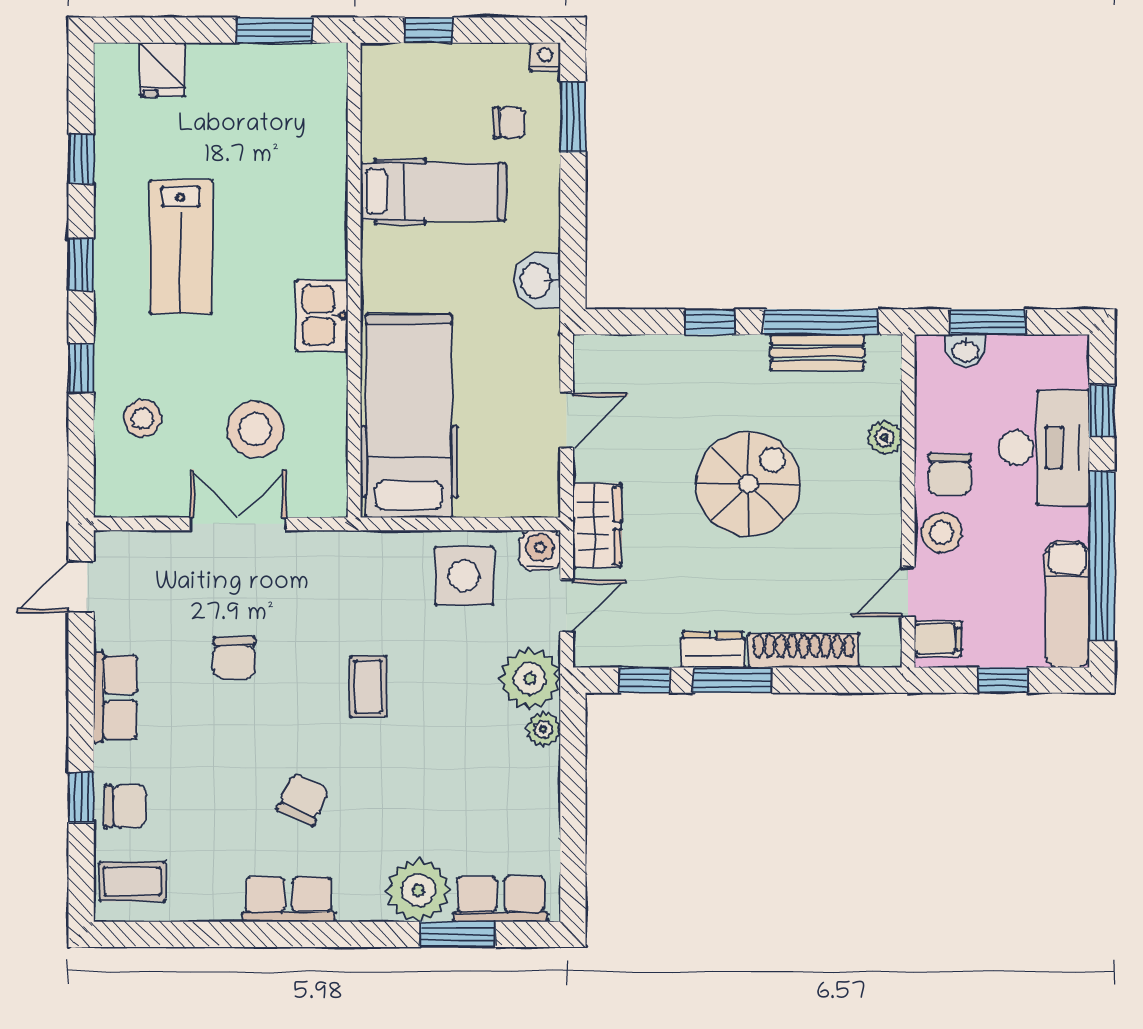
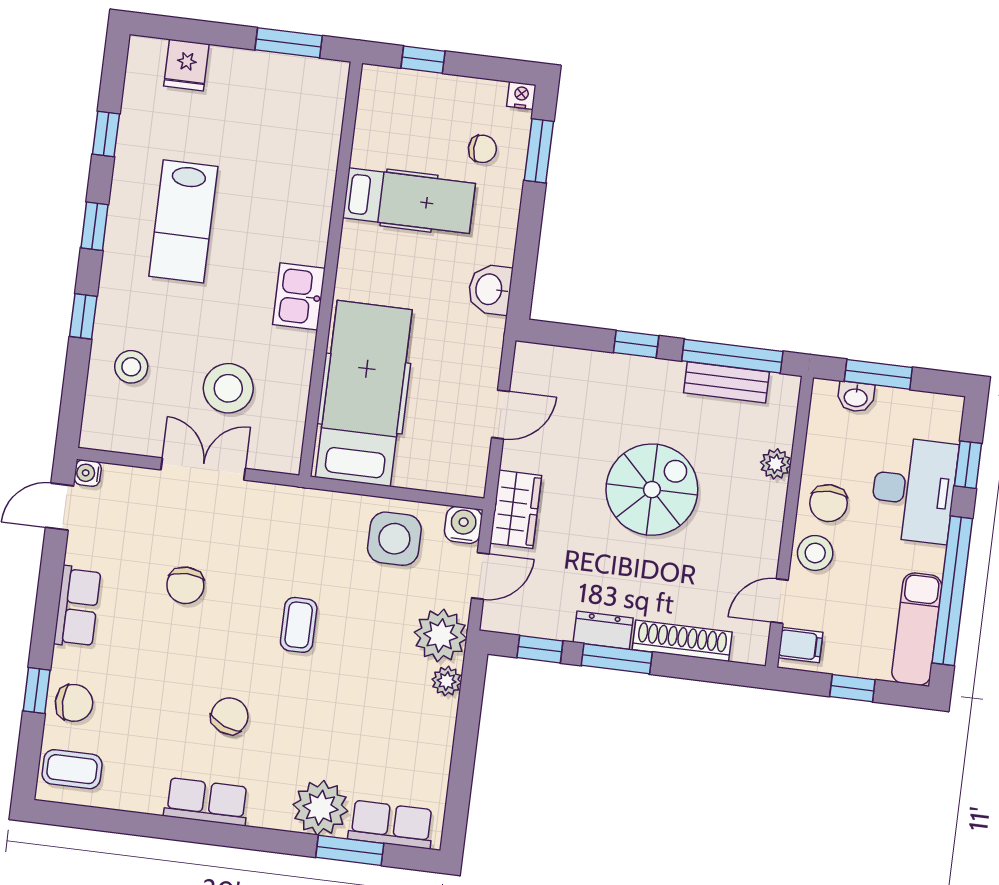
water cooler: (108, 545) -> (88, 473), added

